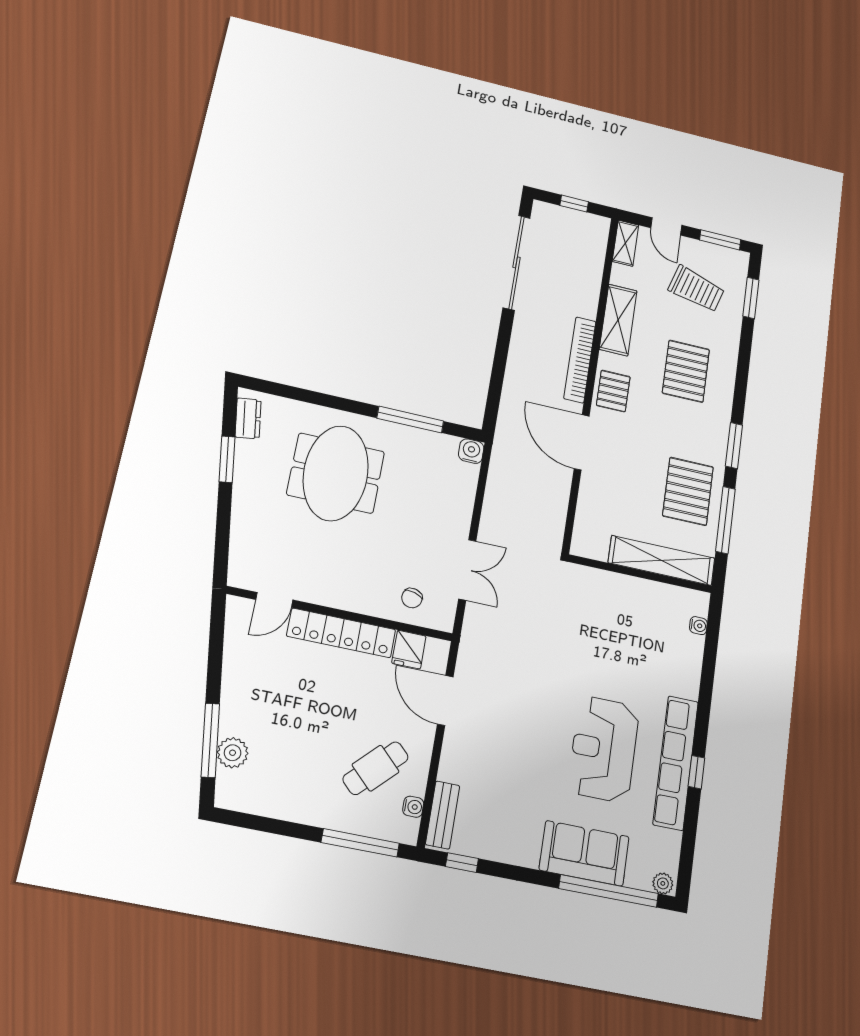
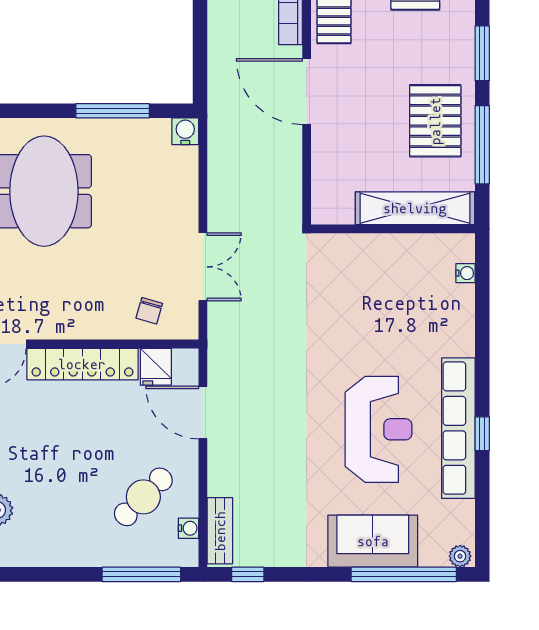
reception desk: (604, 749) -> (378, 429), turned 180

